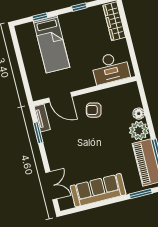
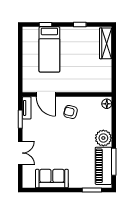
desk: (110, 68) -> (93, 81), removed
floor lamp: (139, 114) -> (107, 104), moved
double door: (51, 186) -> (20, 153), moved
sofa: (98, 190) -> (52, 179), width x0.73

